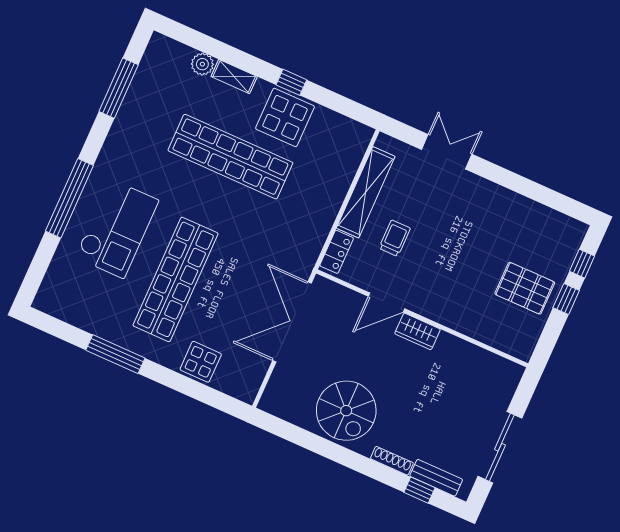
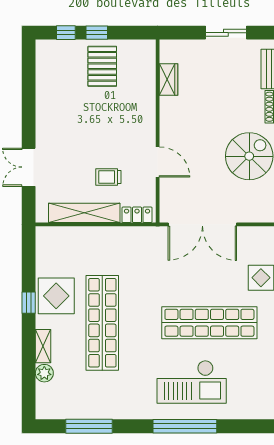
checkout: (117, 229) -> (192, 382), turned 180
wardrobe: (418, 331) -> (168, 80), moved
sliding door: (500, 447) -> (226, 33), width x0.73

